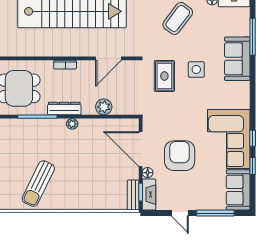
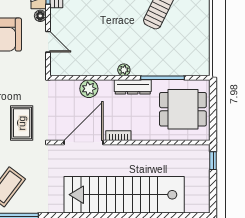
door: (109, 58) -> (84, 142), width x1.36
bookcase: (65, 65) -> (118, 136), moved
door: (141, 149) -> (48, 42), width x0.53

